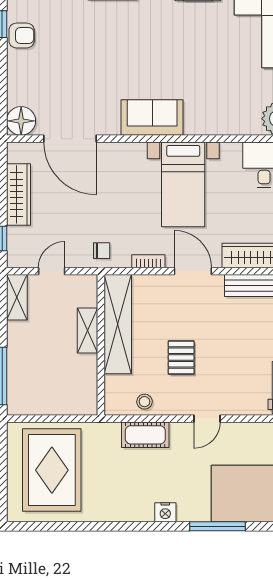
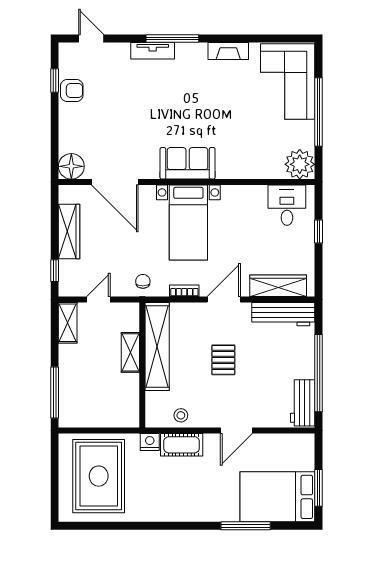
bed with nightstands: (183, 184) -> (188, 223), moved
chair: (102, 251) -> (143, 281), turned -90
door: (193, 271) -> (224, 300), hinge flipped
pallet: (181, 357) -> (223, 360), moved
door: (207, 419) -> (236, 430), width x1.38
nightstand: (165, 512) -> (150, 442), moved, turned 180

